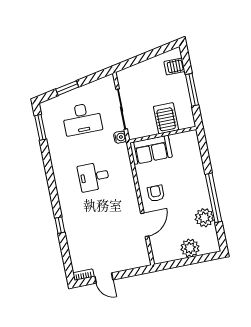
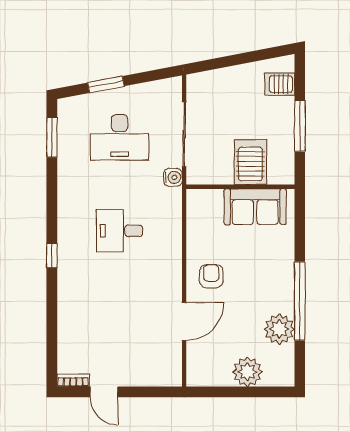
sofa: (151, 150) -> (255, 207), moved
window: (60, 225) -> (52, 255), moved

